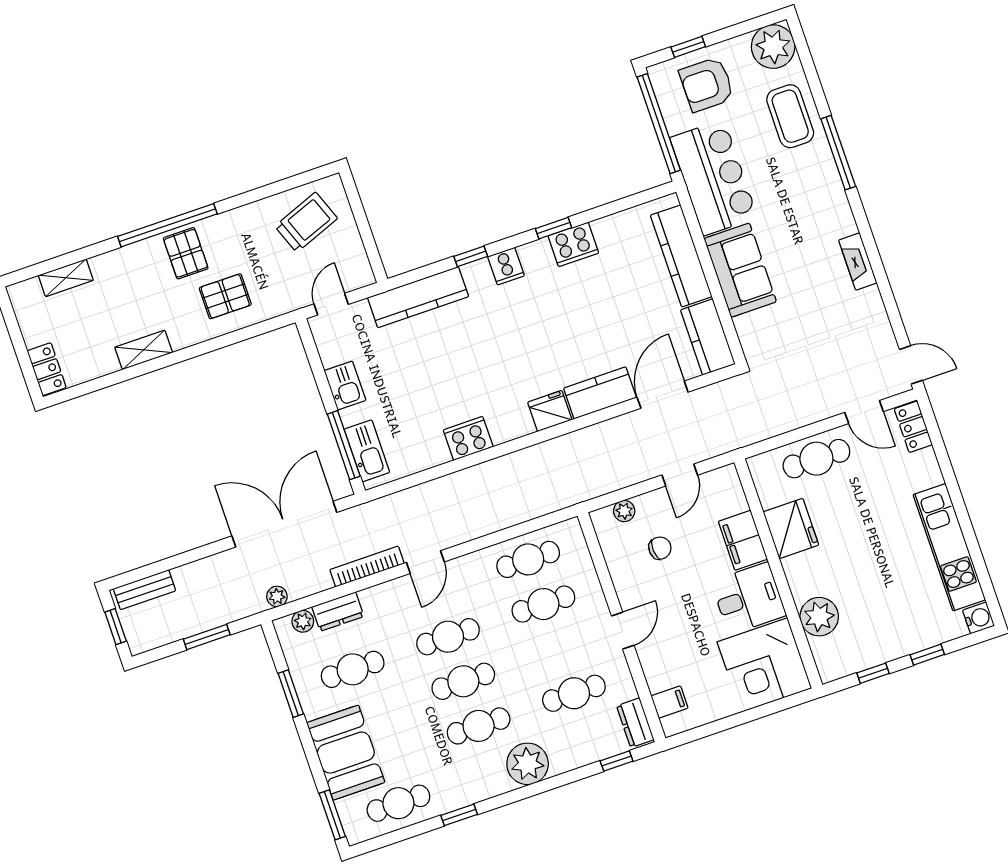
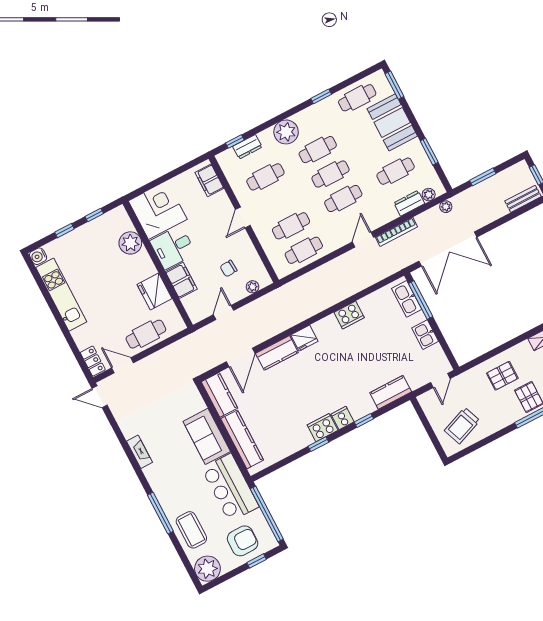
cooker: (573, 244) -> (323, 428), moved
kitchen counter: (418, 297) -> (391, 392), width x0.67
filing cabinet: (669, 702) -> (209, 180), width x2.00
dresser: (635, 723) -> (247, 147), moved, turned 90

